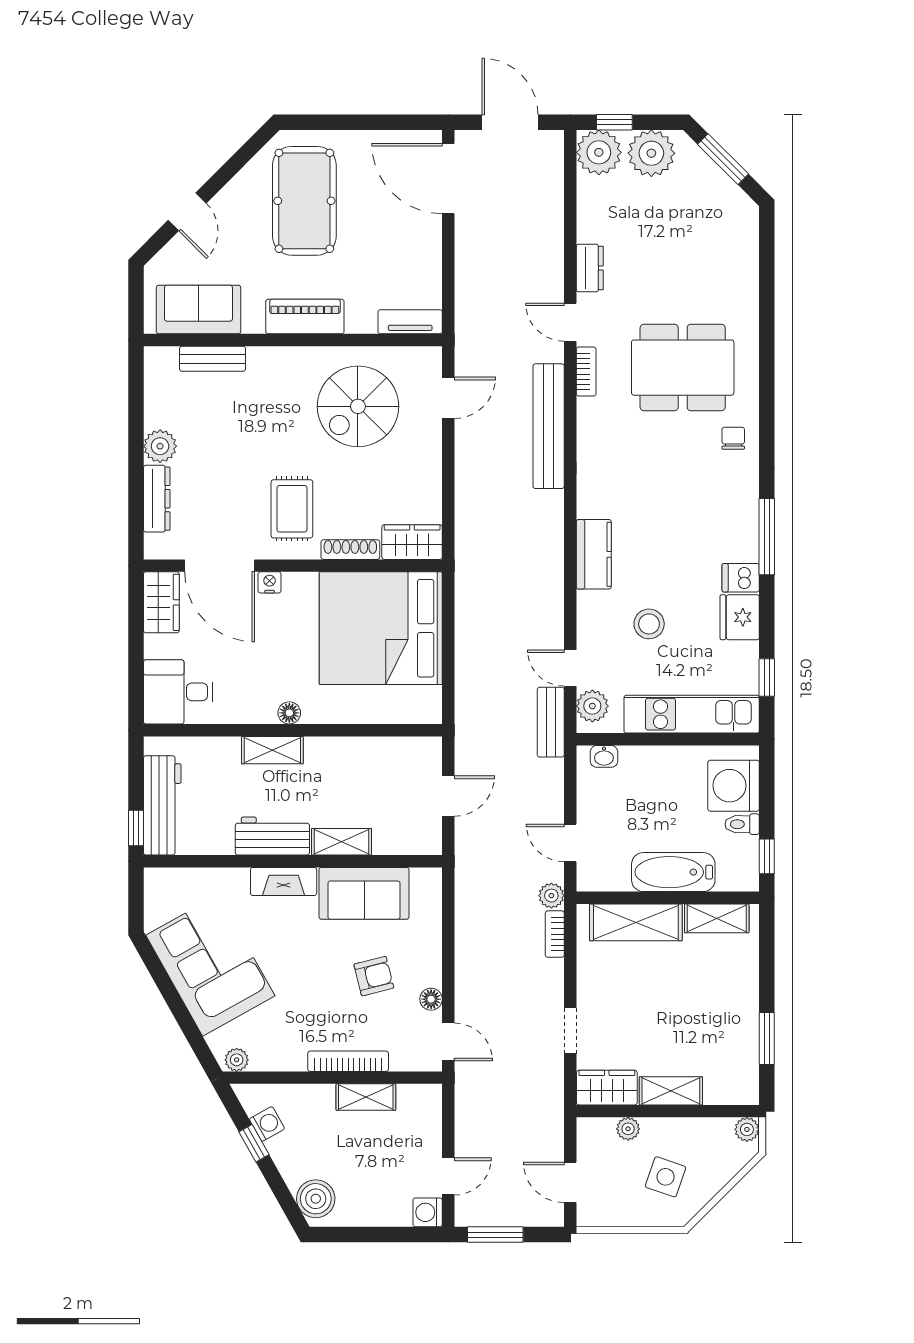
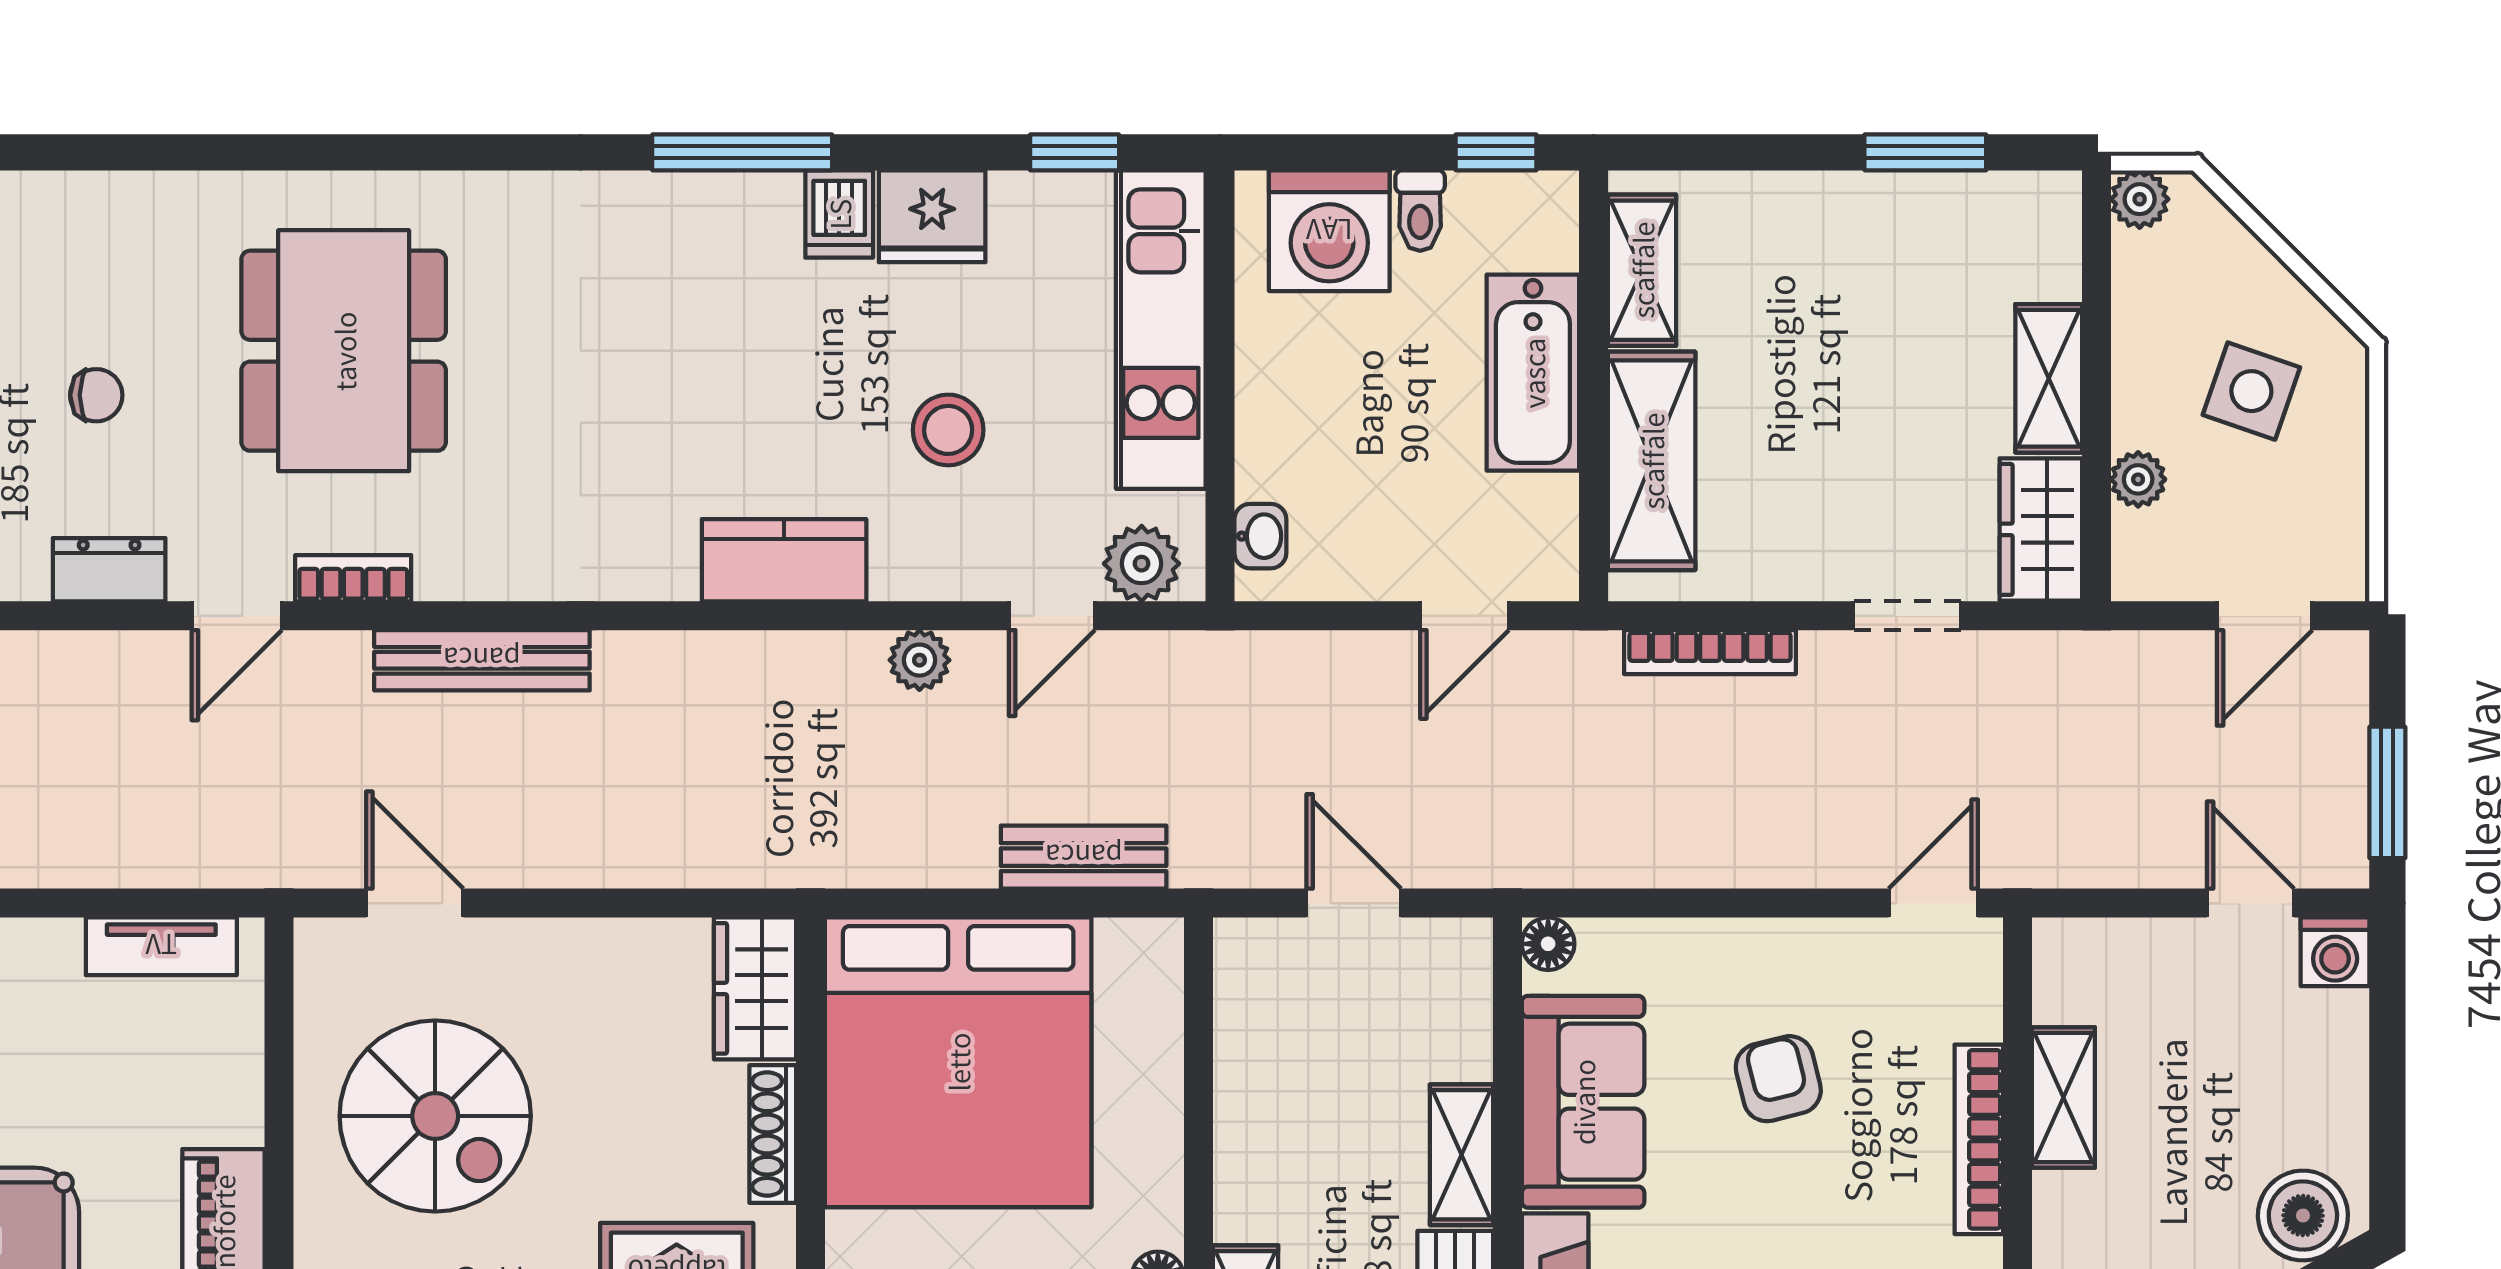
tv unit: (410, 322) -> (161, 946), moved, turned -90
bench: (549, 426) -> (482, 660), width x0.73, depth x0.82
chair: (733, 438) -> (96, 395), moved, turned 180
bench: (551, 722) -> (1084, 857), moved
plant: (551, 896) -> (920, 660), moved
bookcase: (555, 934) -> (1710, 652), width x1.56
floor lamp: (431, 999) -> (1548, 944), moved

